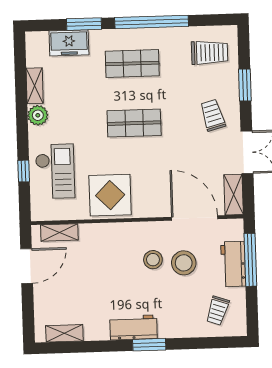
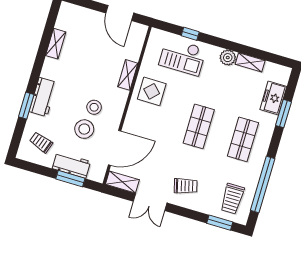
window: (152, 22) -> (263, 184), moved
window: (245, 85) -> (220, 223), moved
display table: (110, 195) -> (152, 91), width x0.73, depth x0.73
shelving: (59, 232) -> (128, 75), moved
window: (250, 260) -> (70, 179), width x0.69
workbench: (133, 327) -> (43, 97), moved
shelving: (64, 333) -> (56, 44), moved
window: (149, 345) -> (26, 106), moved

